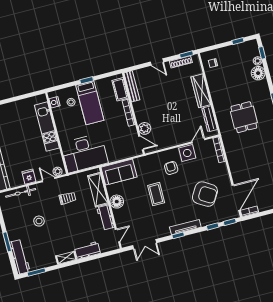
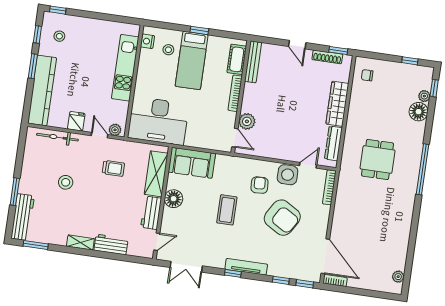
armchair: (205, 194) -> (282, 218), moved
door: (236, 198) -> (325, 256), hinge flipped

